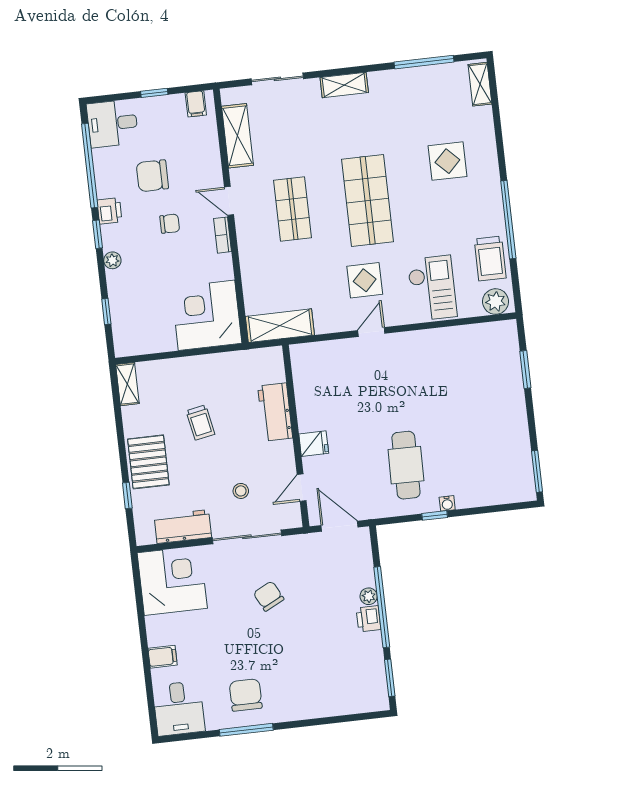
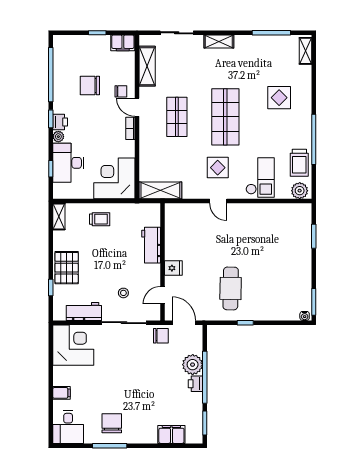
filing cabinet: (196, 104) -> (123, 43), width x2.00
desk: (112, 123) -> (68, 163), moved, width x1.37
printer: (109, 211) -> (60, 122), moved
chair: (170, 224) -> (121, 91), moved
door: (371, 332) -> (218, 201), swing flipped
trolley: (200, 423) -> (100, 219), moved, turned -79
water cooler: (447, 503) -> (305, 316), moved
chair: (269, 596) -> (161, 336), moved, turned 117
plant: (369, 596) -> (193, 365), width x1.88, depth x1.88
filing cabinet: (340, 702) -> (171, 434), added

